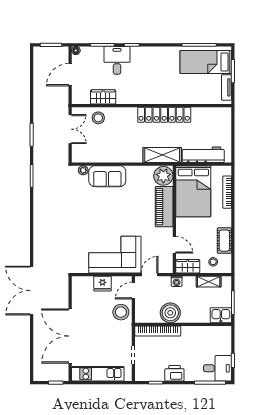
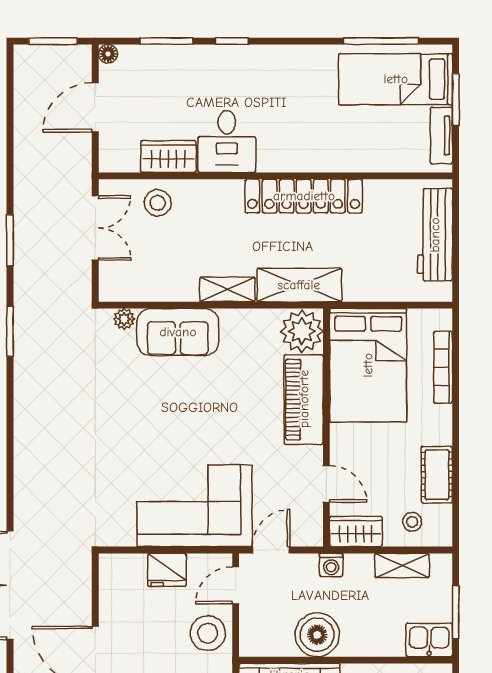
desk: (117, 60) -> (227, 142), moved, turned 180
workbench: (203, 155) -> (435, 235), moved, turned -90
shelving: (130, 157) -> (227, 289), added

